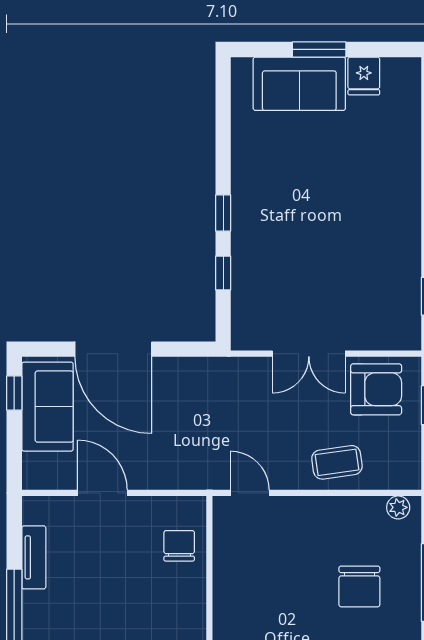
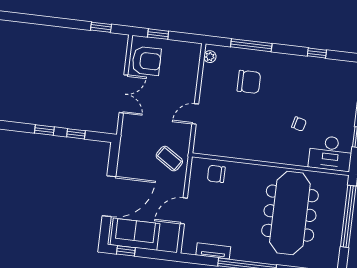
armchair: (376, 389) -> (146, 61), turned 90
coffee table: (337, 462) -> (169, 159), moved, turned -49
door: (250, 493) -> (195, 114), moved

